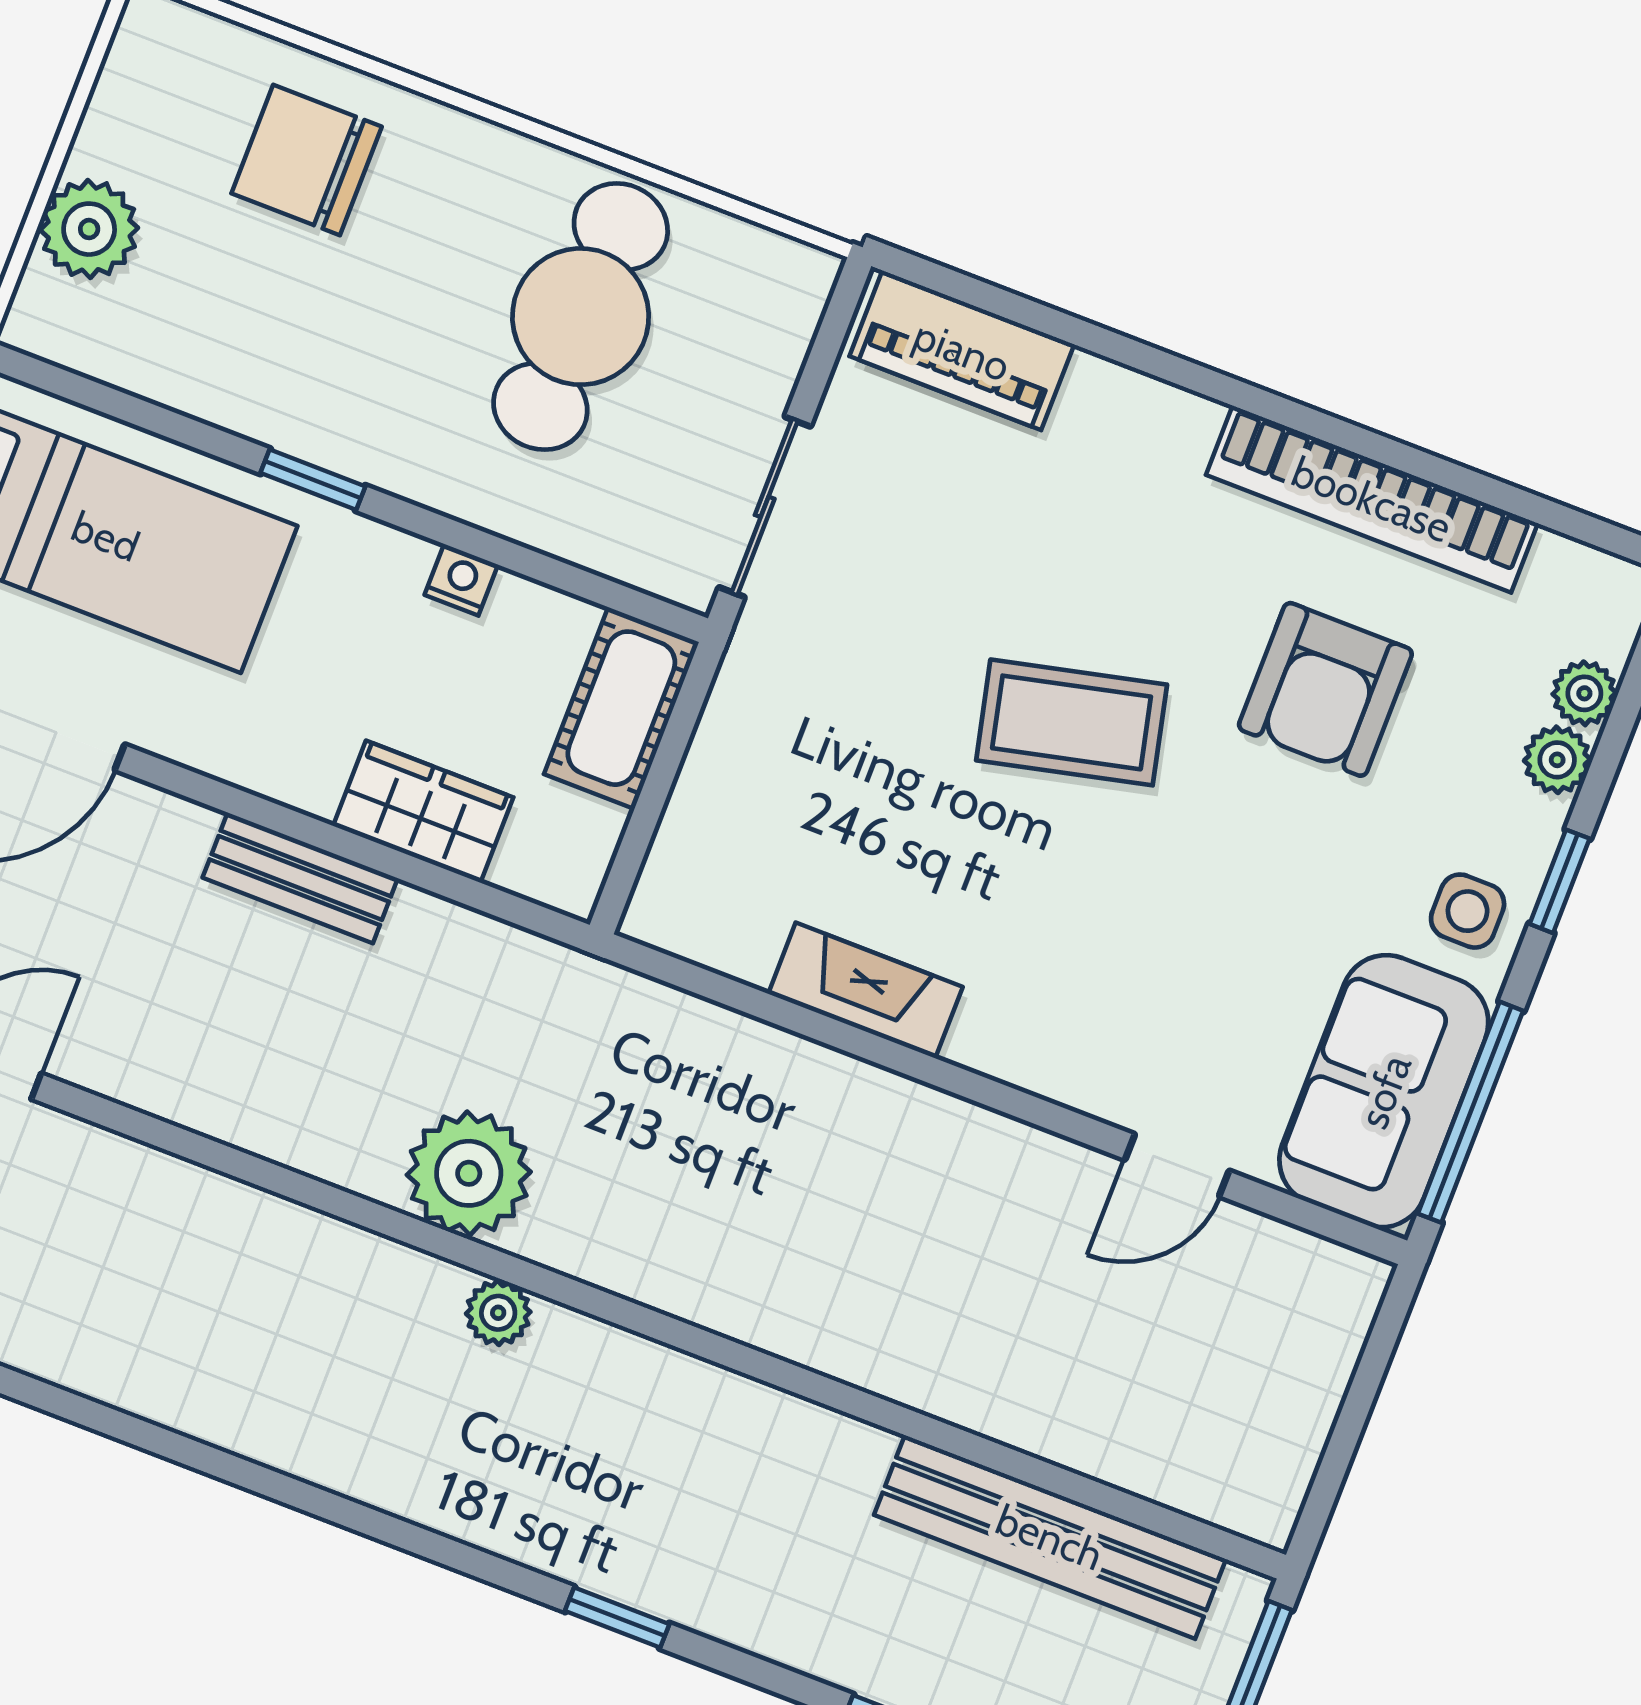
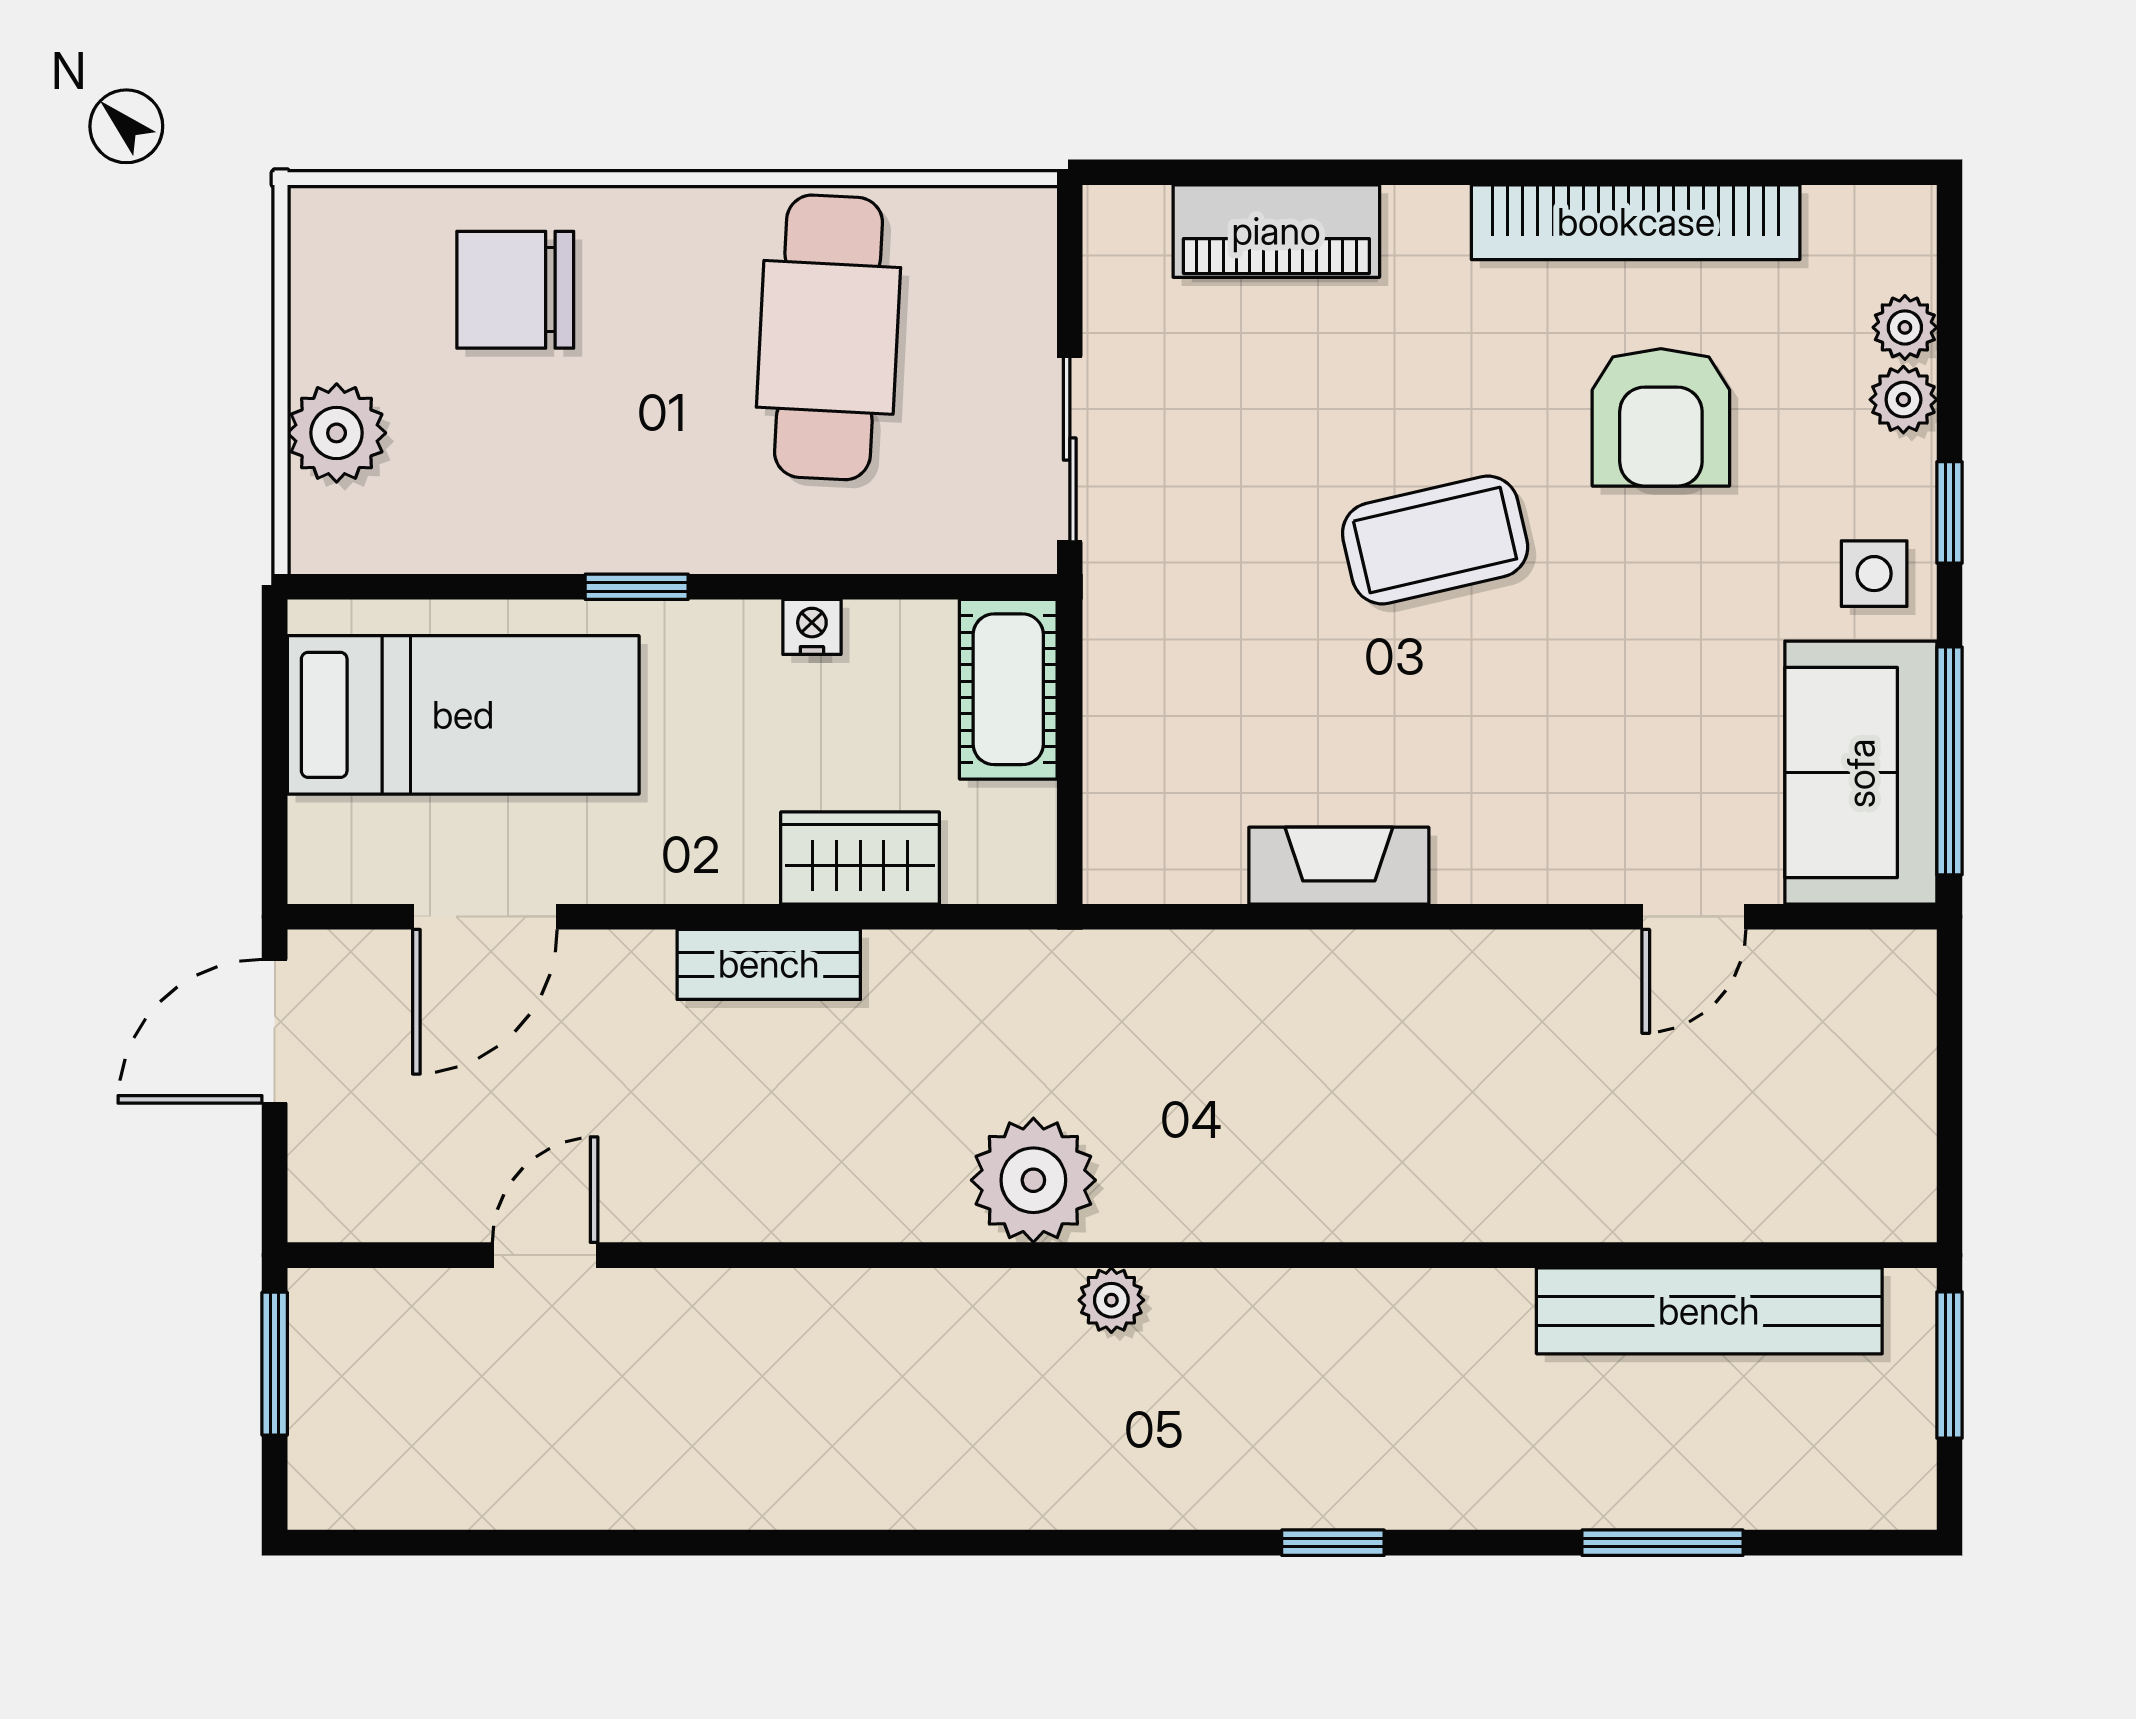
piano: (962, 350) -> (1276, 231), moved

